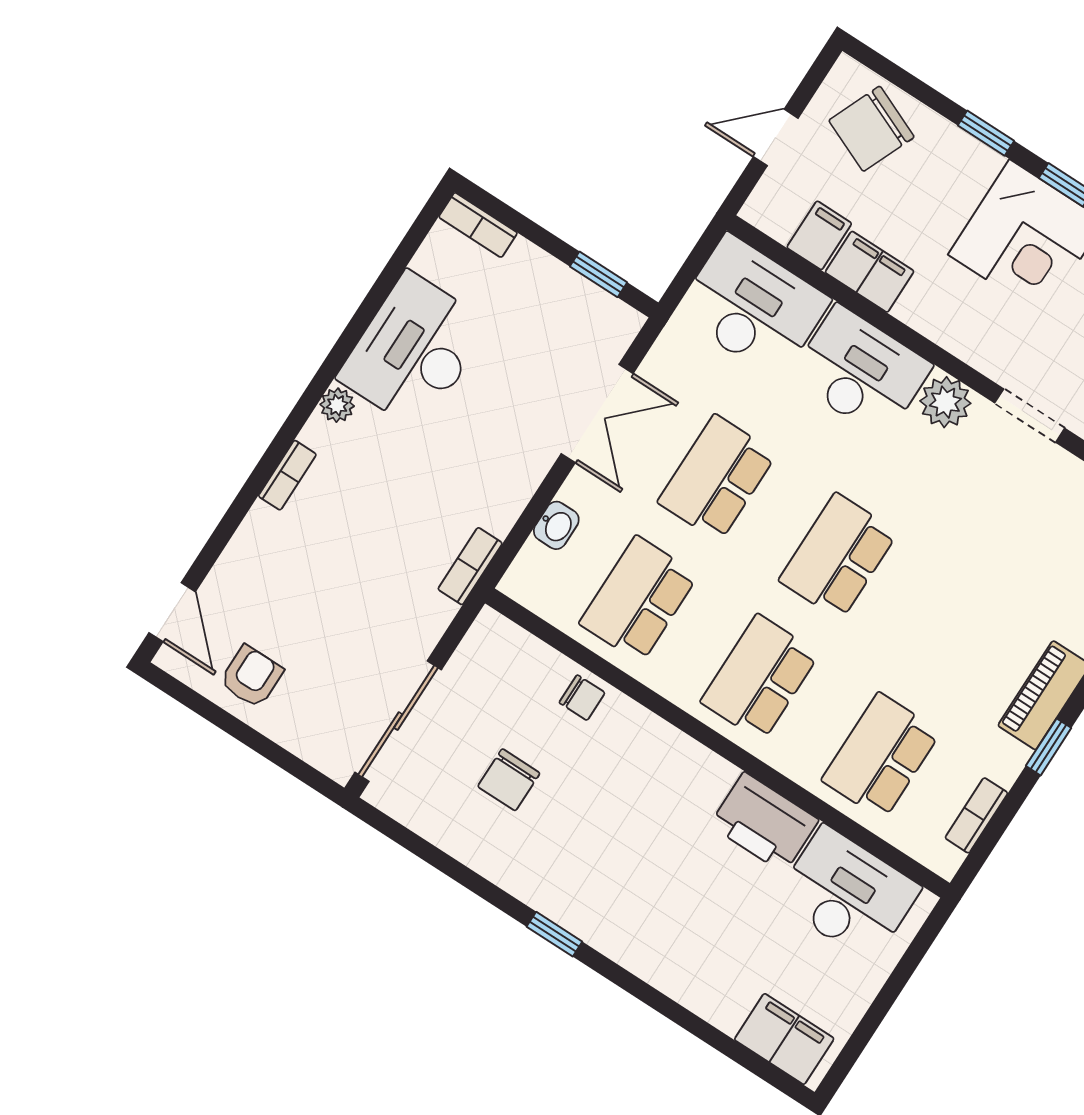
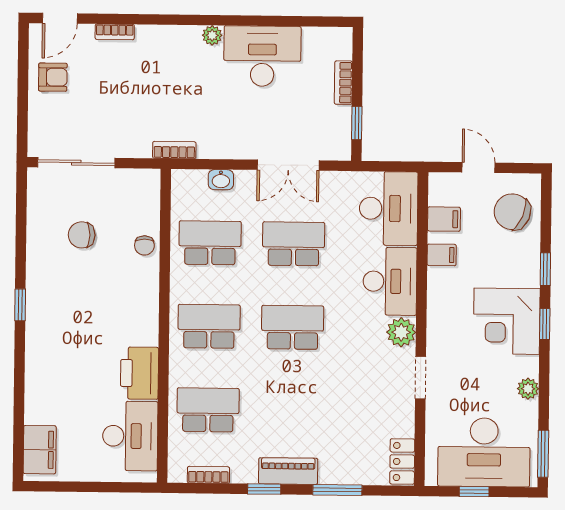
bookcase: (478, 225) -> (343, 83), moved
filing cabinet: (870, 272) -> (442, 255), width x0.50
bookcase: (287, 475) -> (115, 32), moved

